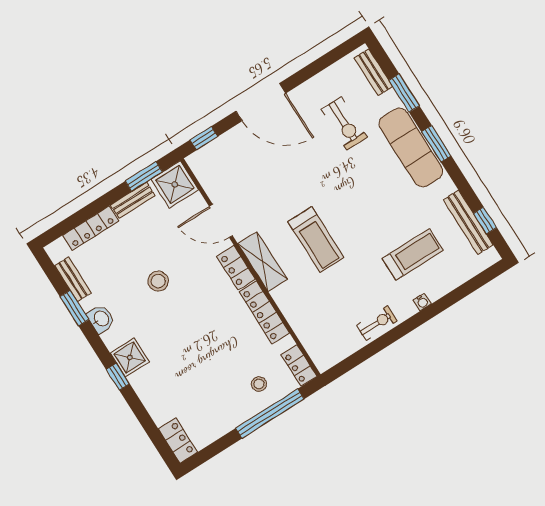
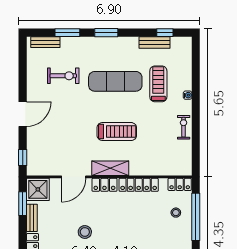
door: (261, 102) -> (23, 114), width x0.73
exercise mat: (411, 147) -> (115, 81), moved
bench: (468, 222) -> (155, 42), width x0.73

